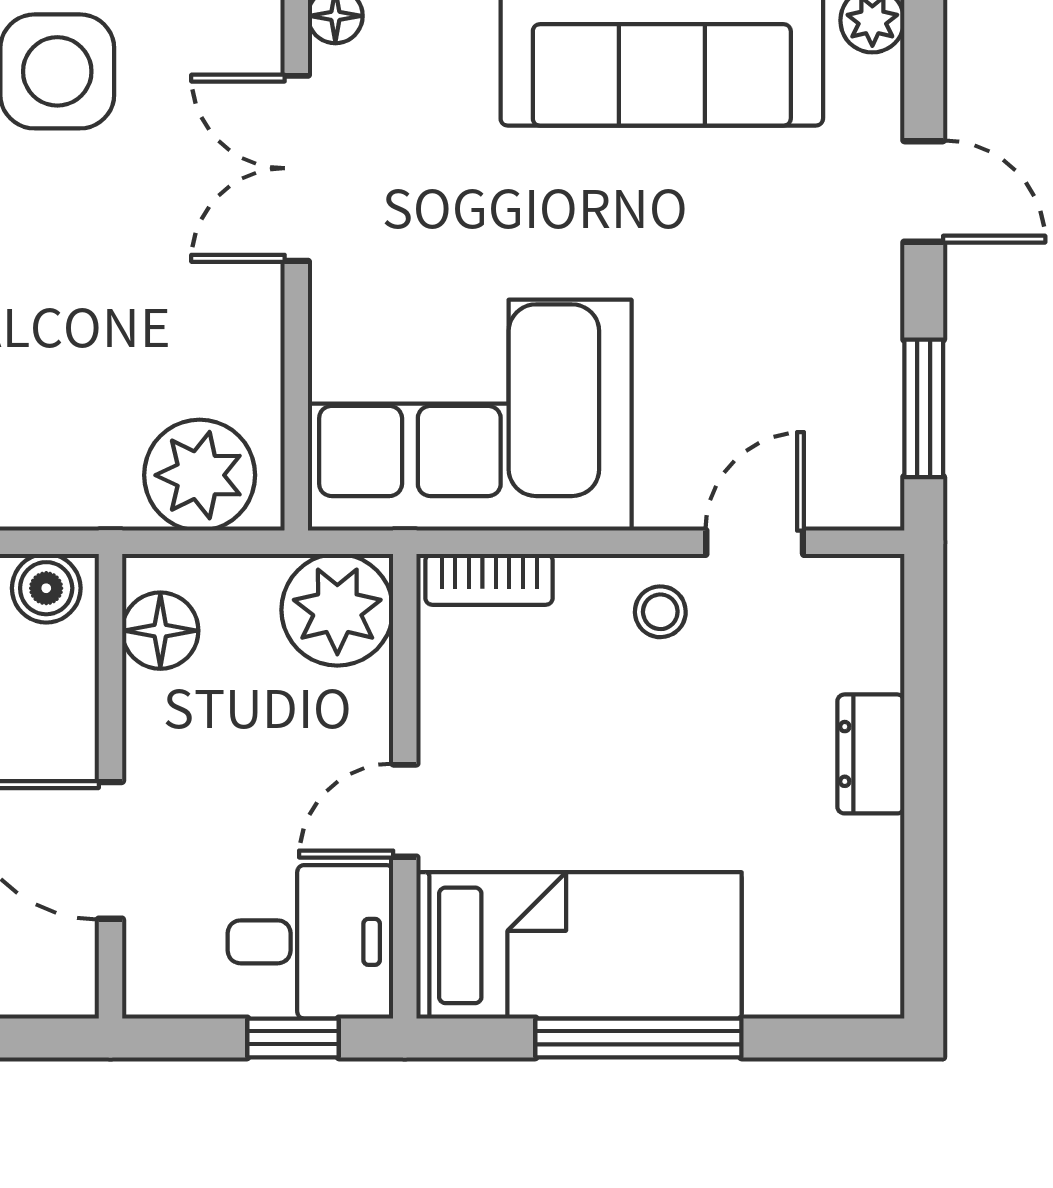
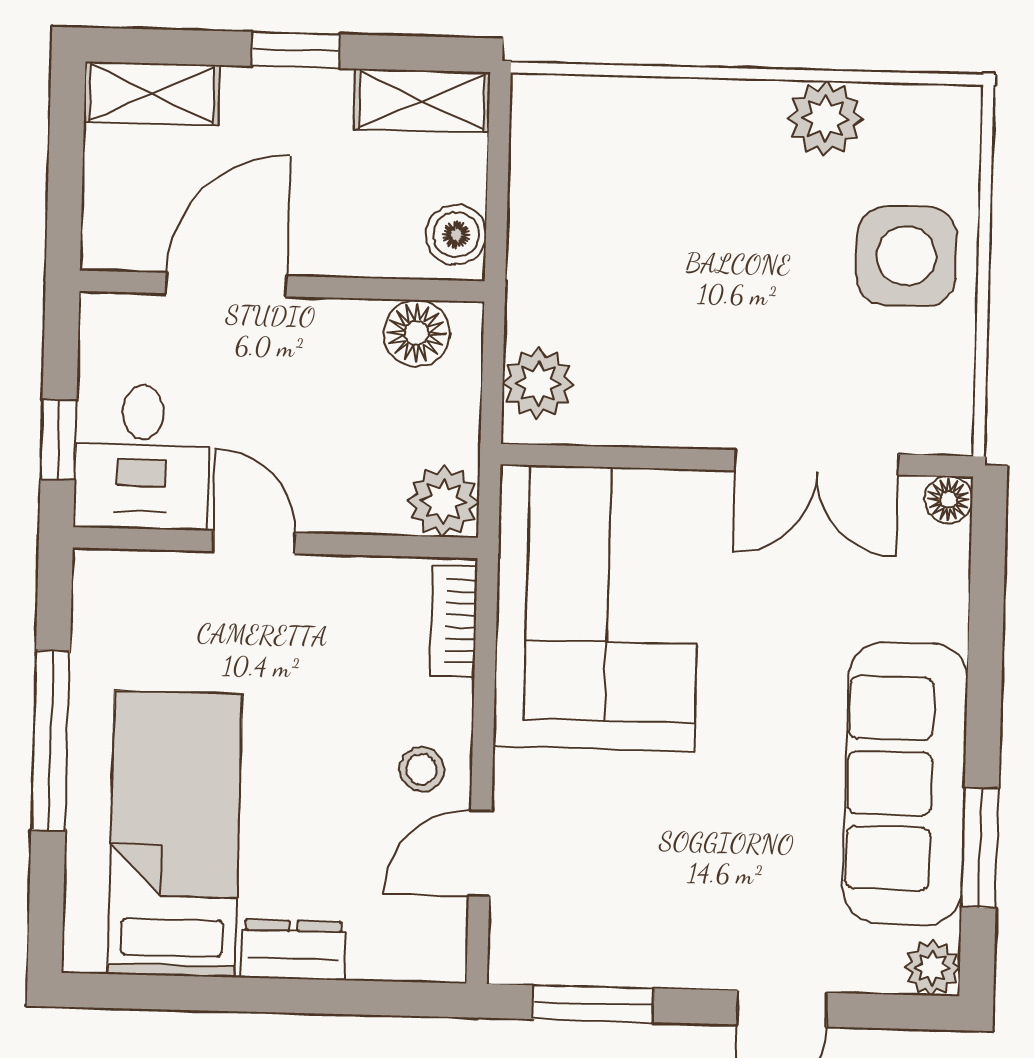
double door: (296, 168) -> (817, 462), swing flipped
plant: (200, 475) -> (538, 384), width x0.73, depth x0.73
door: (755, 542) -> (480, 853), swing flipped
plant: (337, 610) -> (443, 501), width x0.73, depth x0.73
bed: (579, 945) -> (175, 834), moved, turned 180

